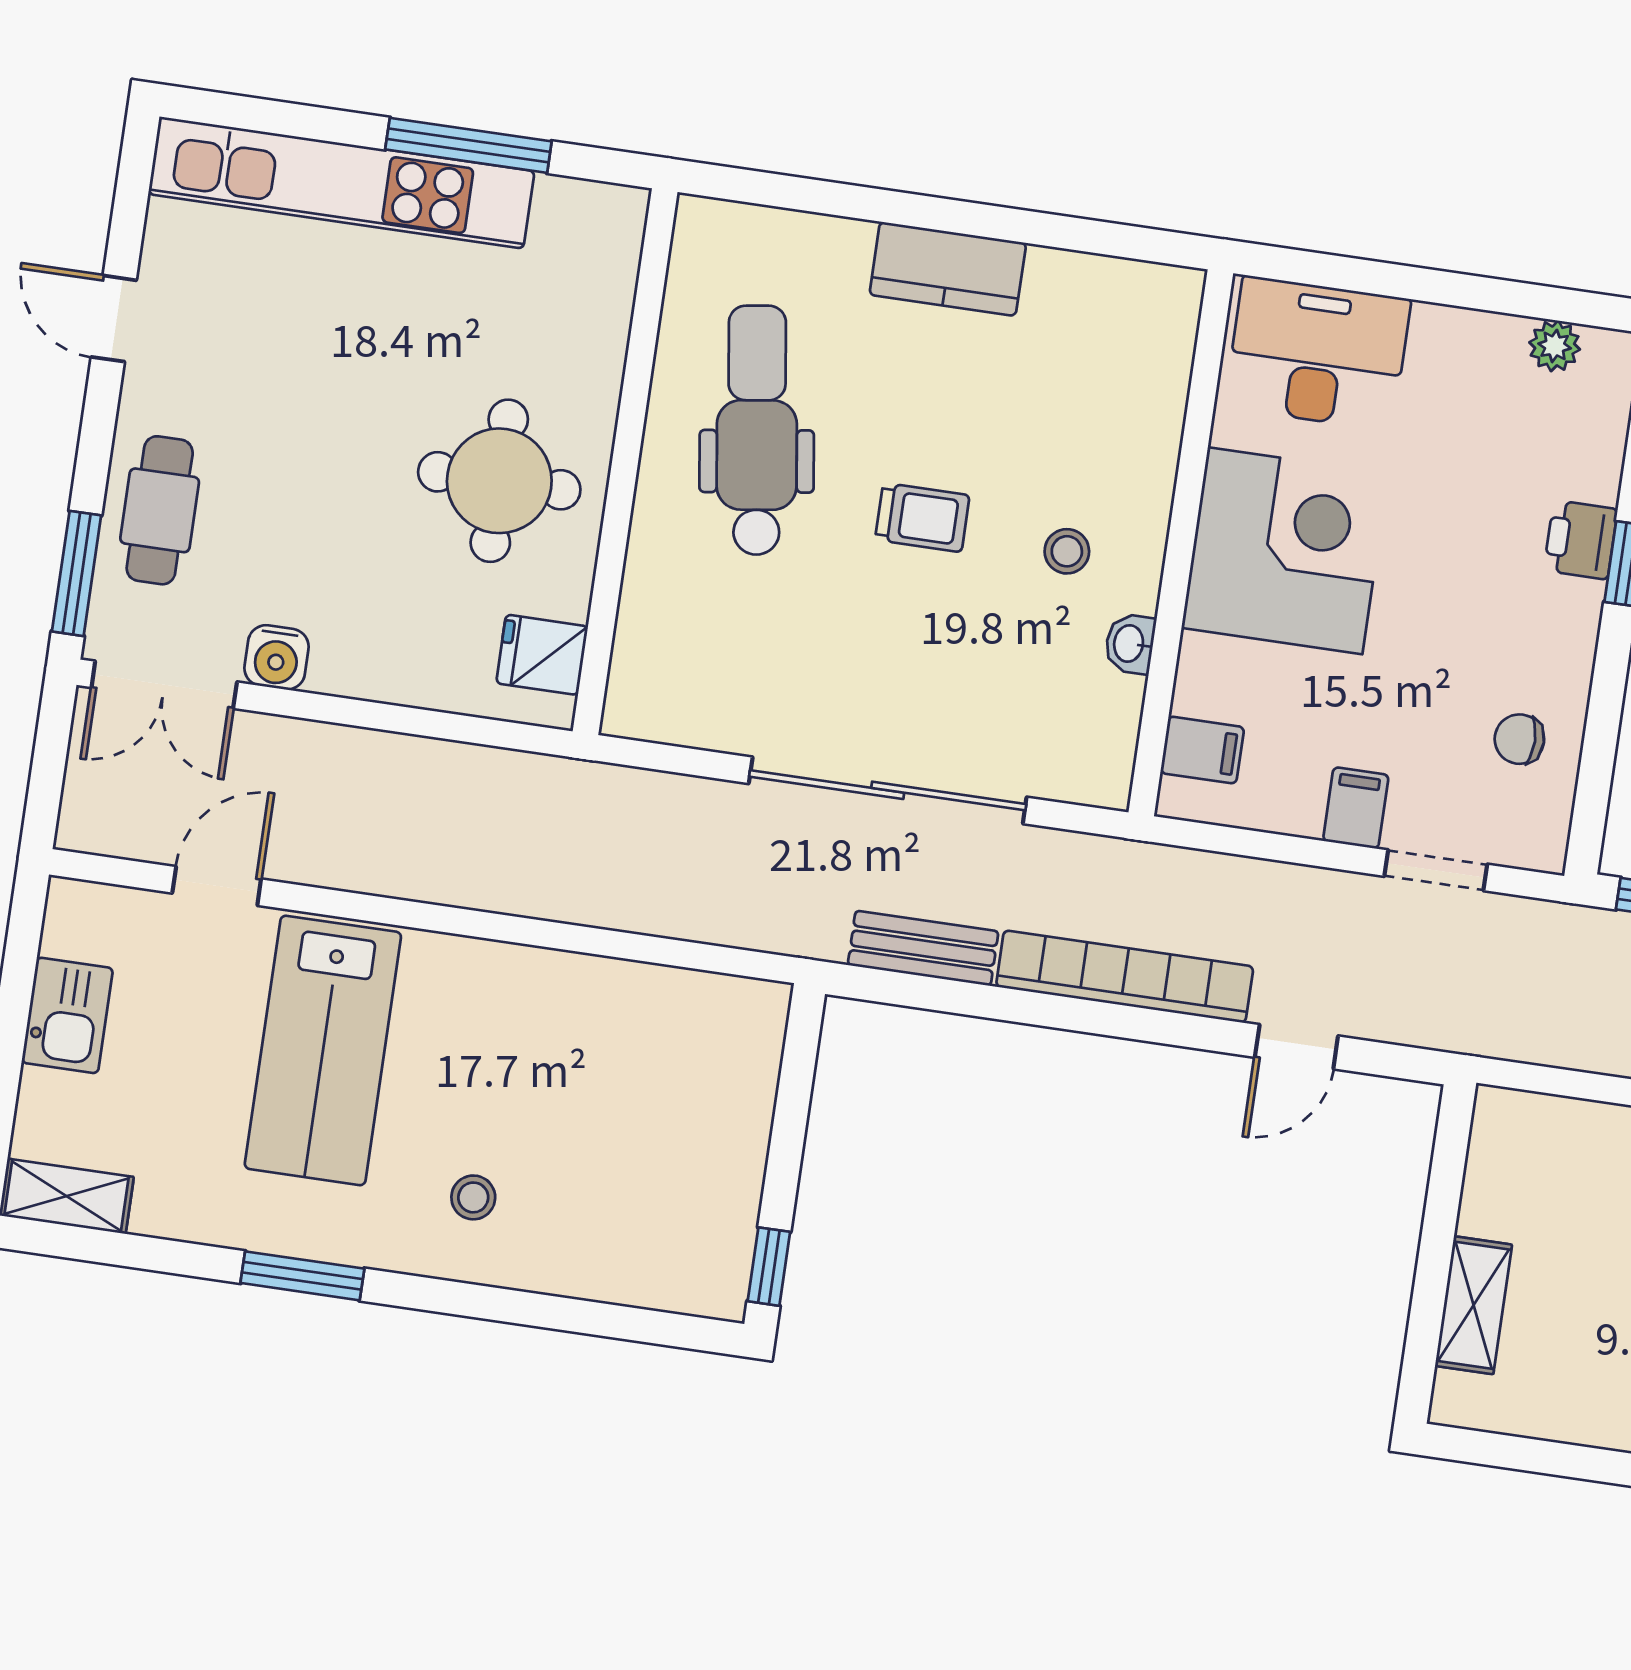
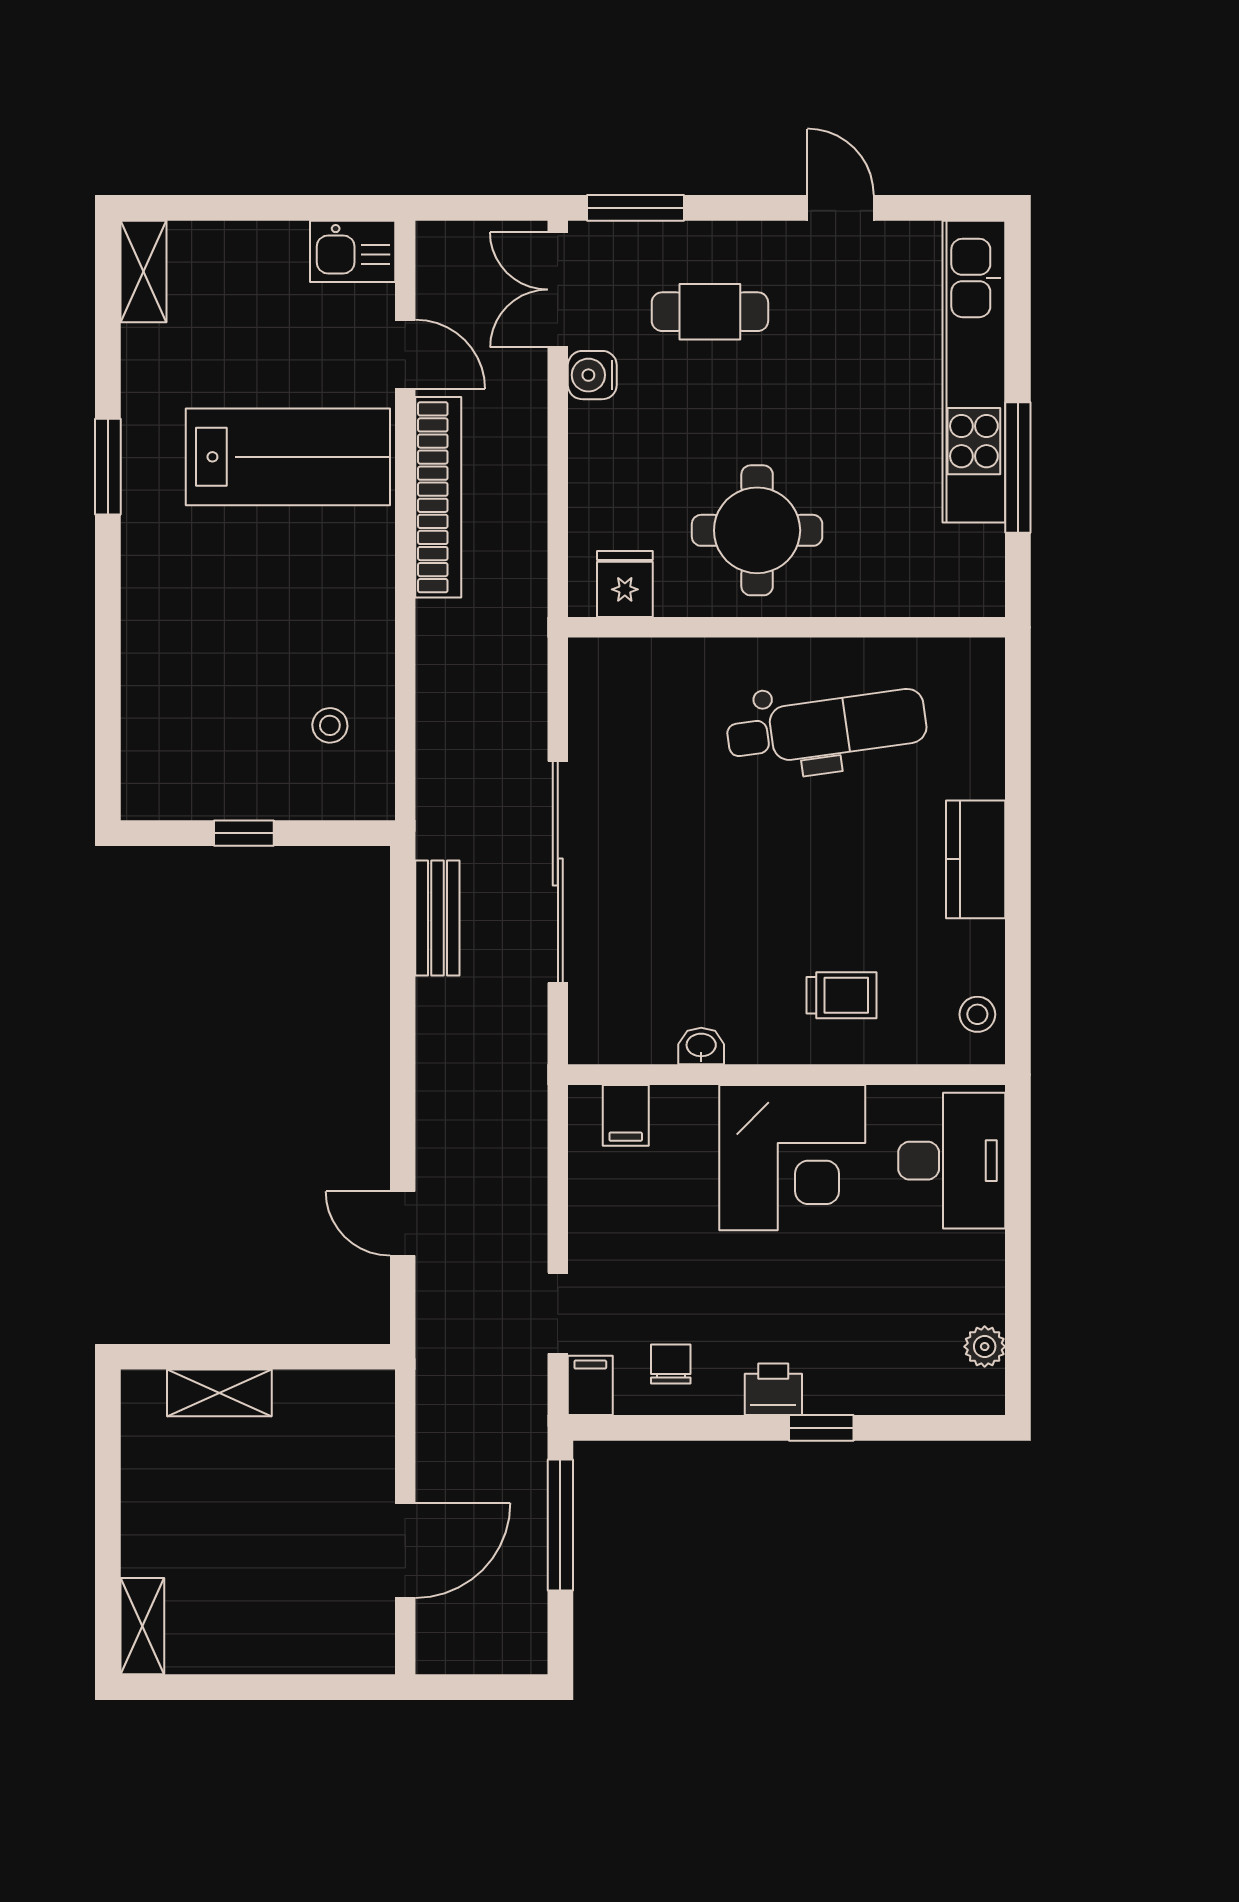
door: (114, 319) -> (841, 208), hinge flipped
cafe table: (160, 510) -> (710, 312), moved
trolley: (922, 518) -> (841, 995), moved, turned -90
printer: (1581, 540) -> (773, 1389), moved
stool: (1067, 551) -> (977, 1014), moved
filing cabinet: (1356, 808) -> (590, 1385), moved, turned -90
bookcase: (1125, 977) -> (438, 497), moved
kitchen sink: (67, 1015) -> (353, 251), moved
lab bench: (323, 1050) -> (288, 457), turned 180
stool: (473, 1197) -> (330, 725), moved
window: (769, 1267) -> (244, 833), moved

